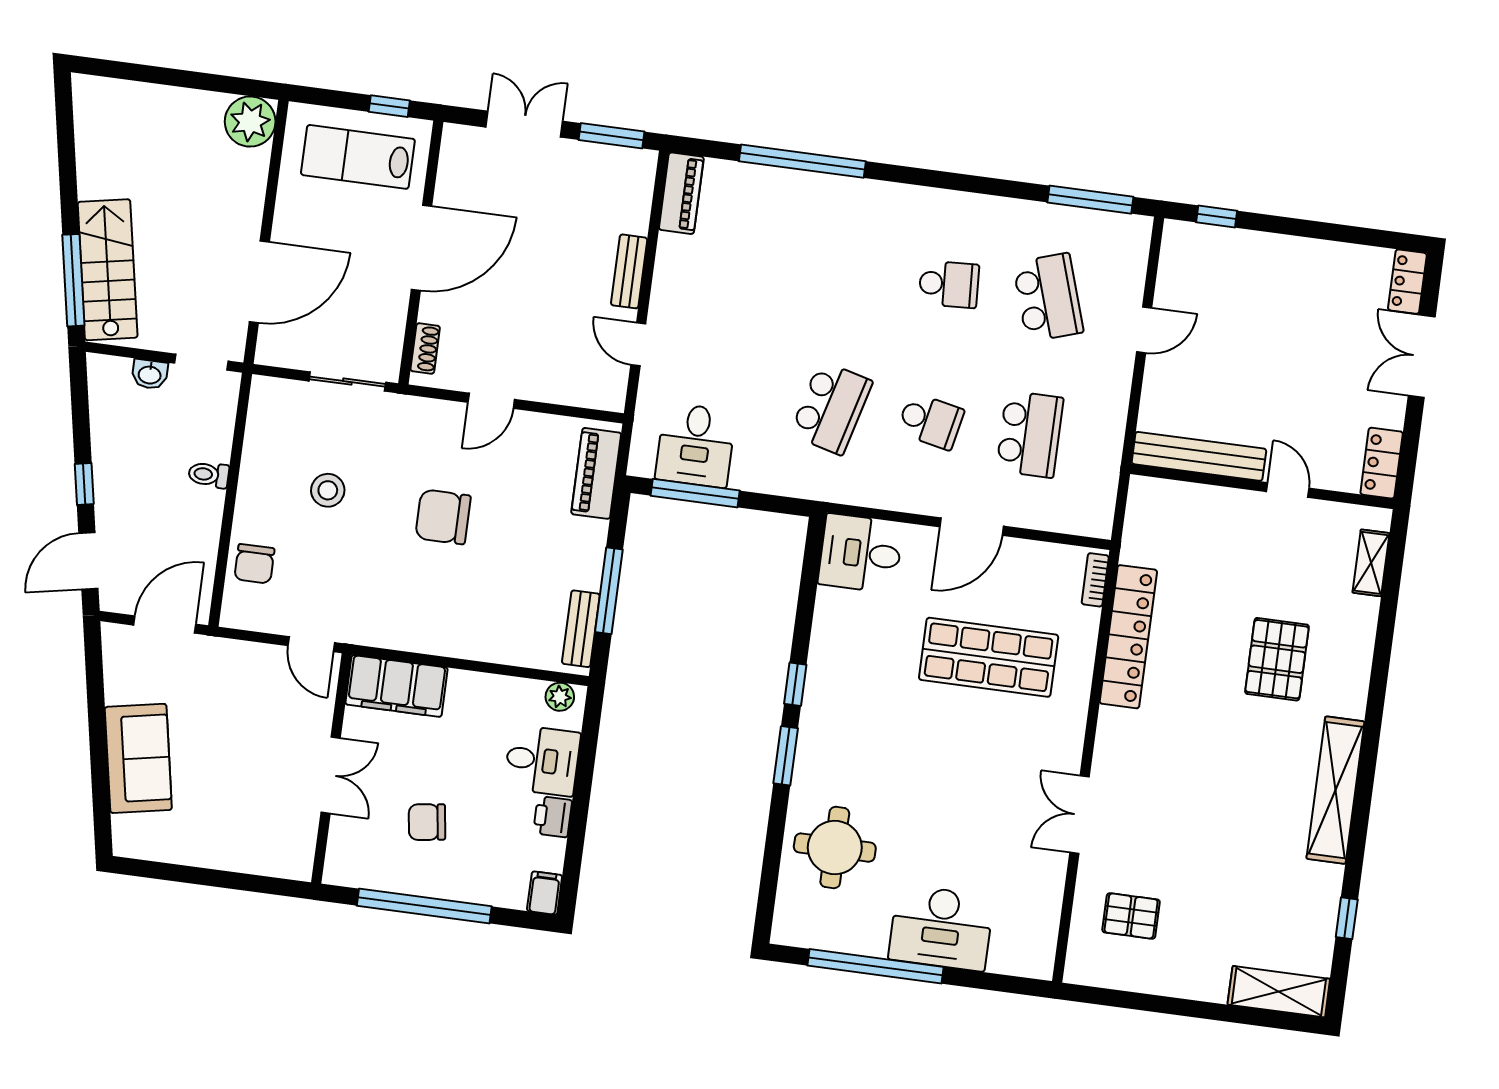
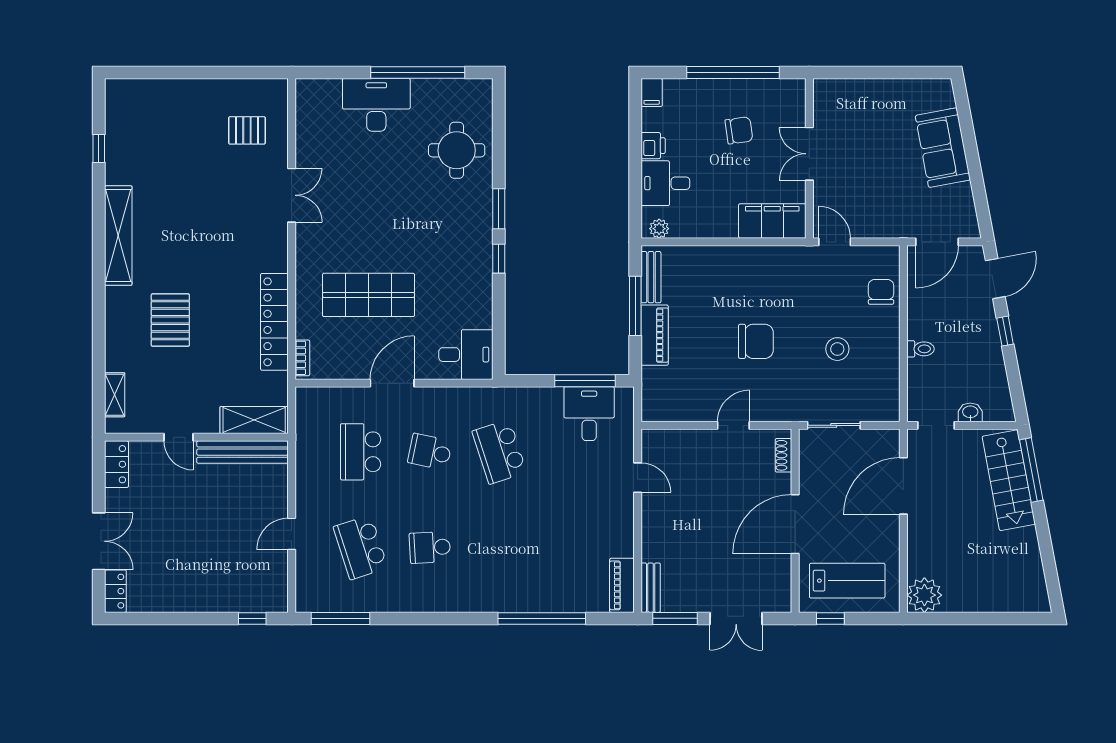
bench: (629, 271) -> (651, 588), moved
school desk: (831, 408) -> (499, 452), turned -33
piano: (596, 473) -> (655, 335), moved
shelving: (1279, 992) -> (254, 420), moved

